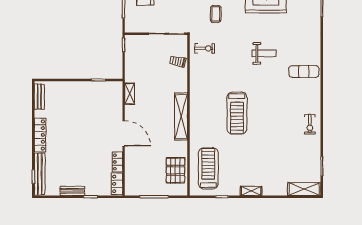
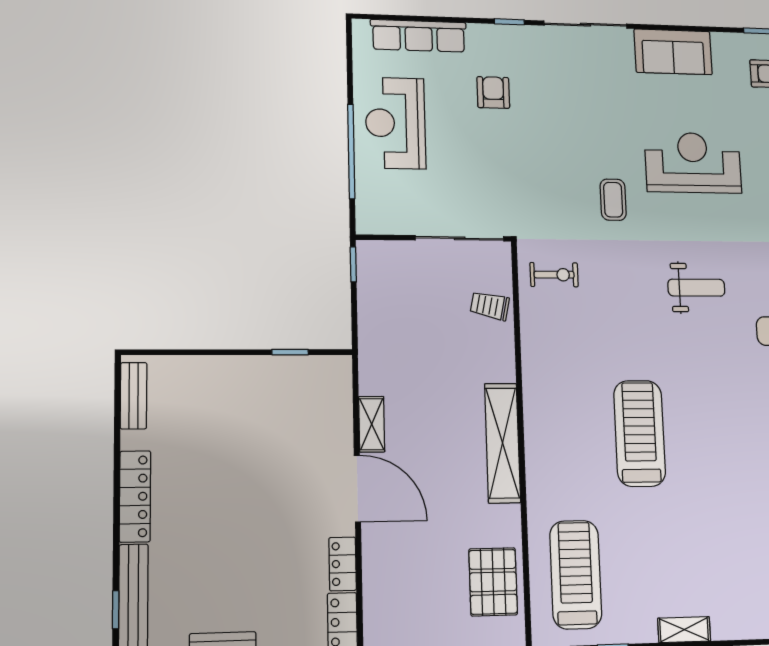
coffee table: (216, 14) -> (613, 200), moved
shelving: (130, 94) -> (372, 424), moved
treadmill: (237, 113) -> (640, 433), turned 180

